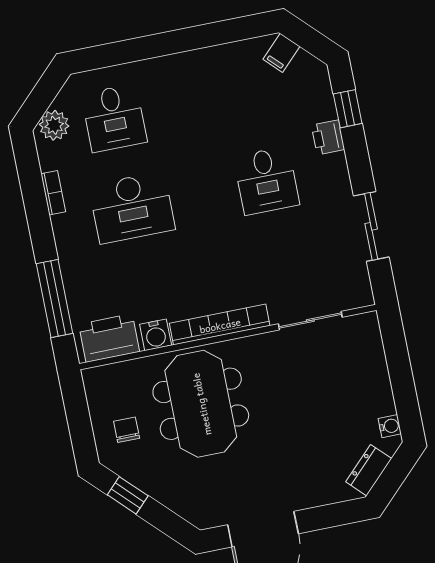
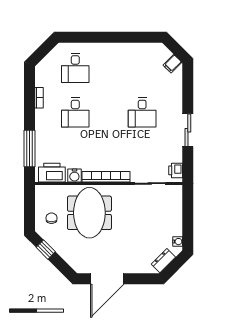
filing cabinet: (281, 53) -> (172, 64), moved
window: (348, 109) -> (188, 86), removed
plant: (54, 125) -> (46, 66), removed
printer: (328, 137) -> (176, 170), moved
desk: (132, 208) -> (75, 112), width x0.73
sliding door: (371, 226) -> (188, 130), moved

